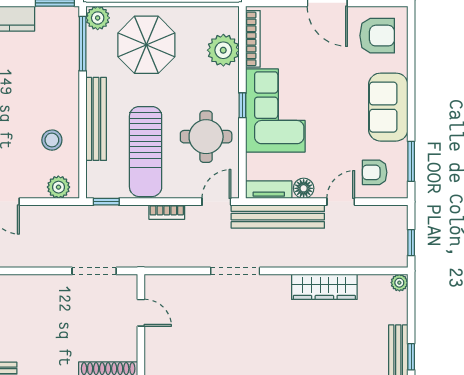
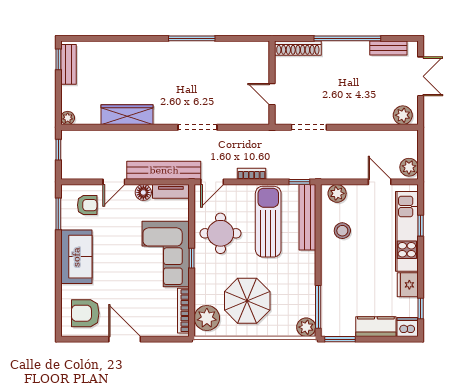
parasol: (146, 45) -> (247, 301), moved
plant: (223, 50) -> (207, 318), moved
bench: (96, 119) -> (307, 217), moved

